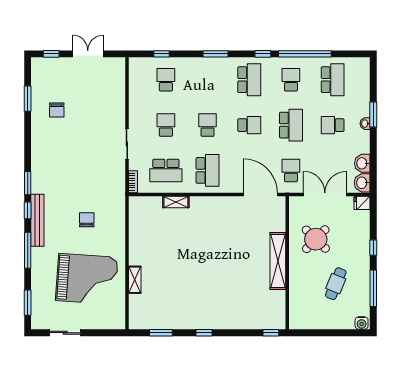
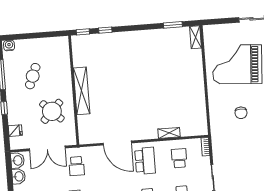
school desk: (166, 170) -> (179, 158), width x0.54
school desk: (208, 170) -> (145, 161), turned 180
door: (260, 195) -> (117, 143), moved
fridge: (362, 203) -> (15, 131), moved
shelving: (135, 280) -> (196, 37), moved
window: (204, 333) -> (105, 30), moved

